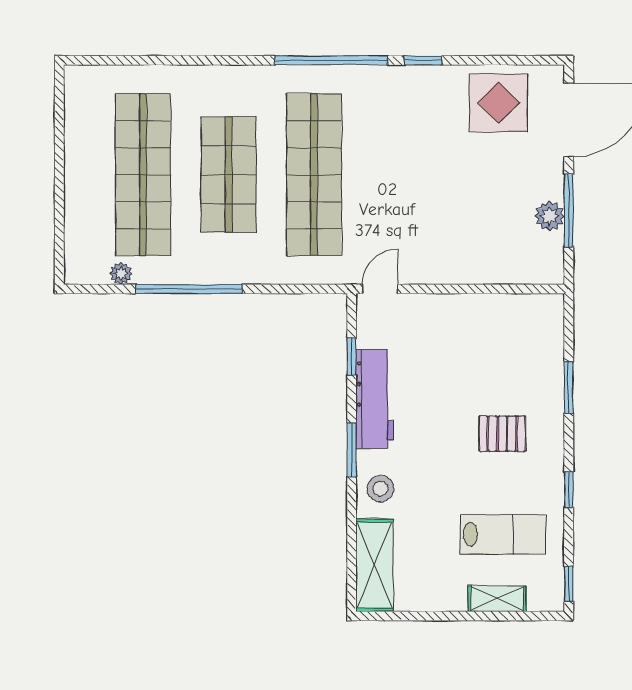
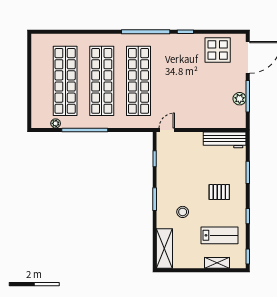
shop shelf: (229, 175) -> (102, 81), width x1.40
workbench: (375, 399) -> (225, 140), moved, turned 90
stool: (380, 489) -> (183, 212), moved

